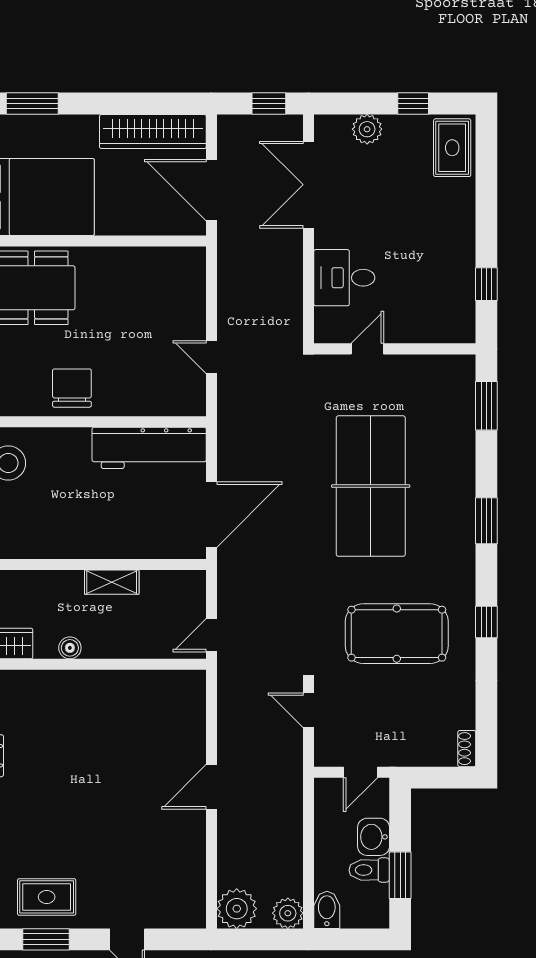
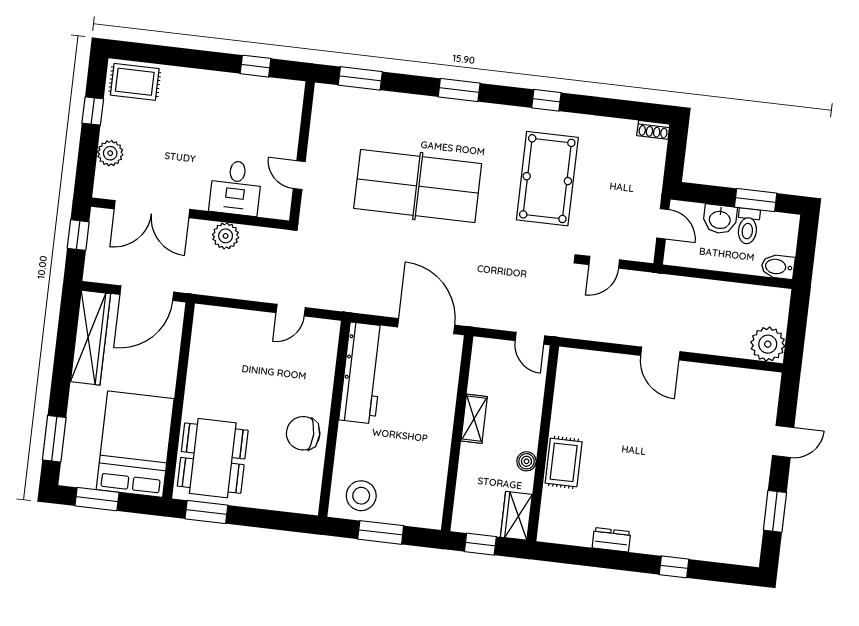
rug: (47, 897) -> (564, 462), moved
plant: (288, 913) -> (226, 236), moved

